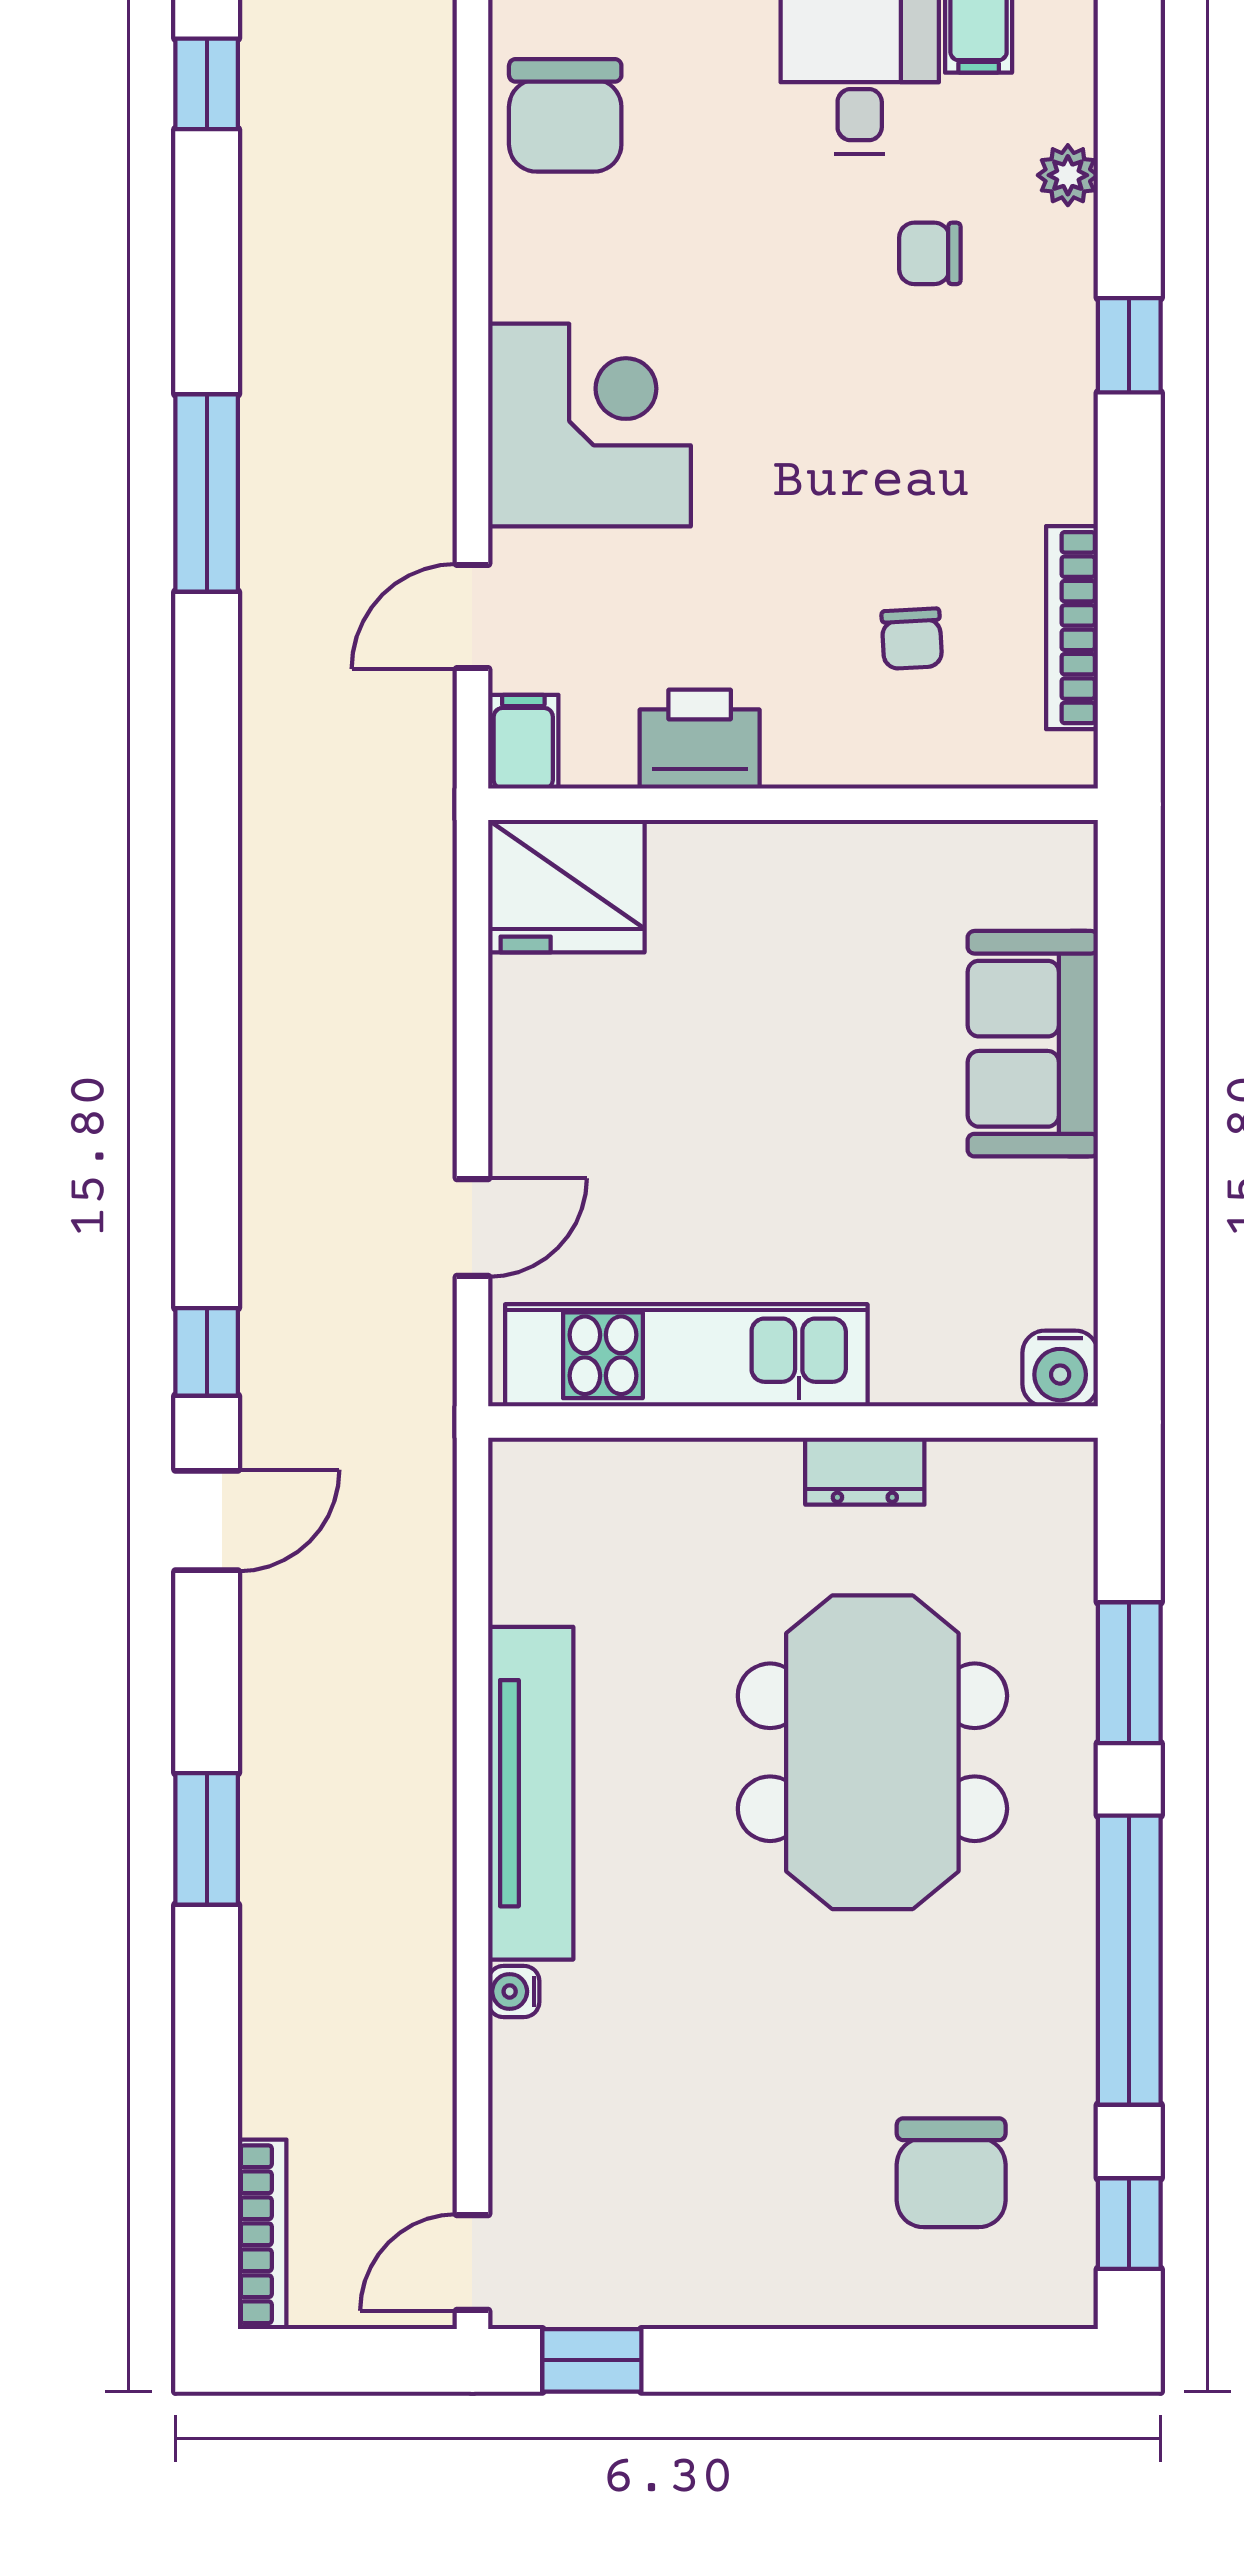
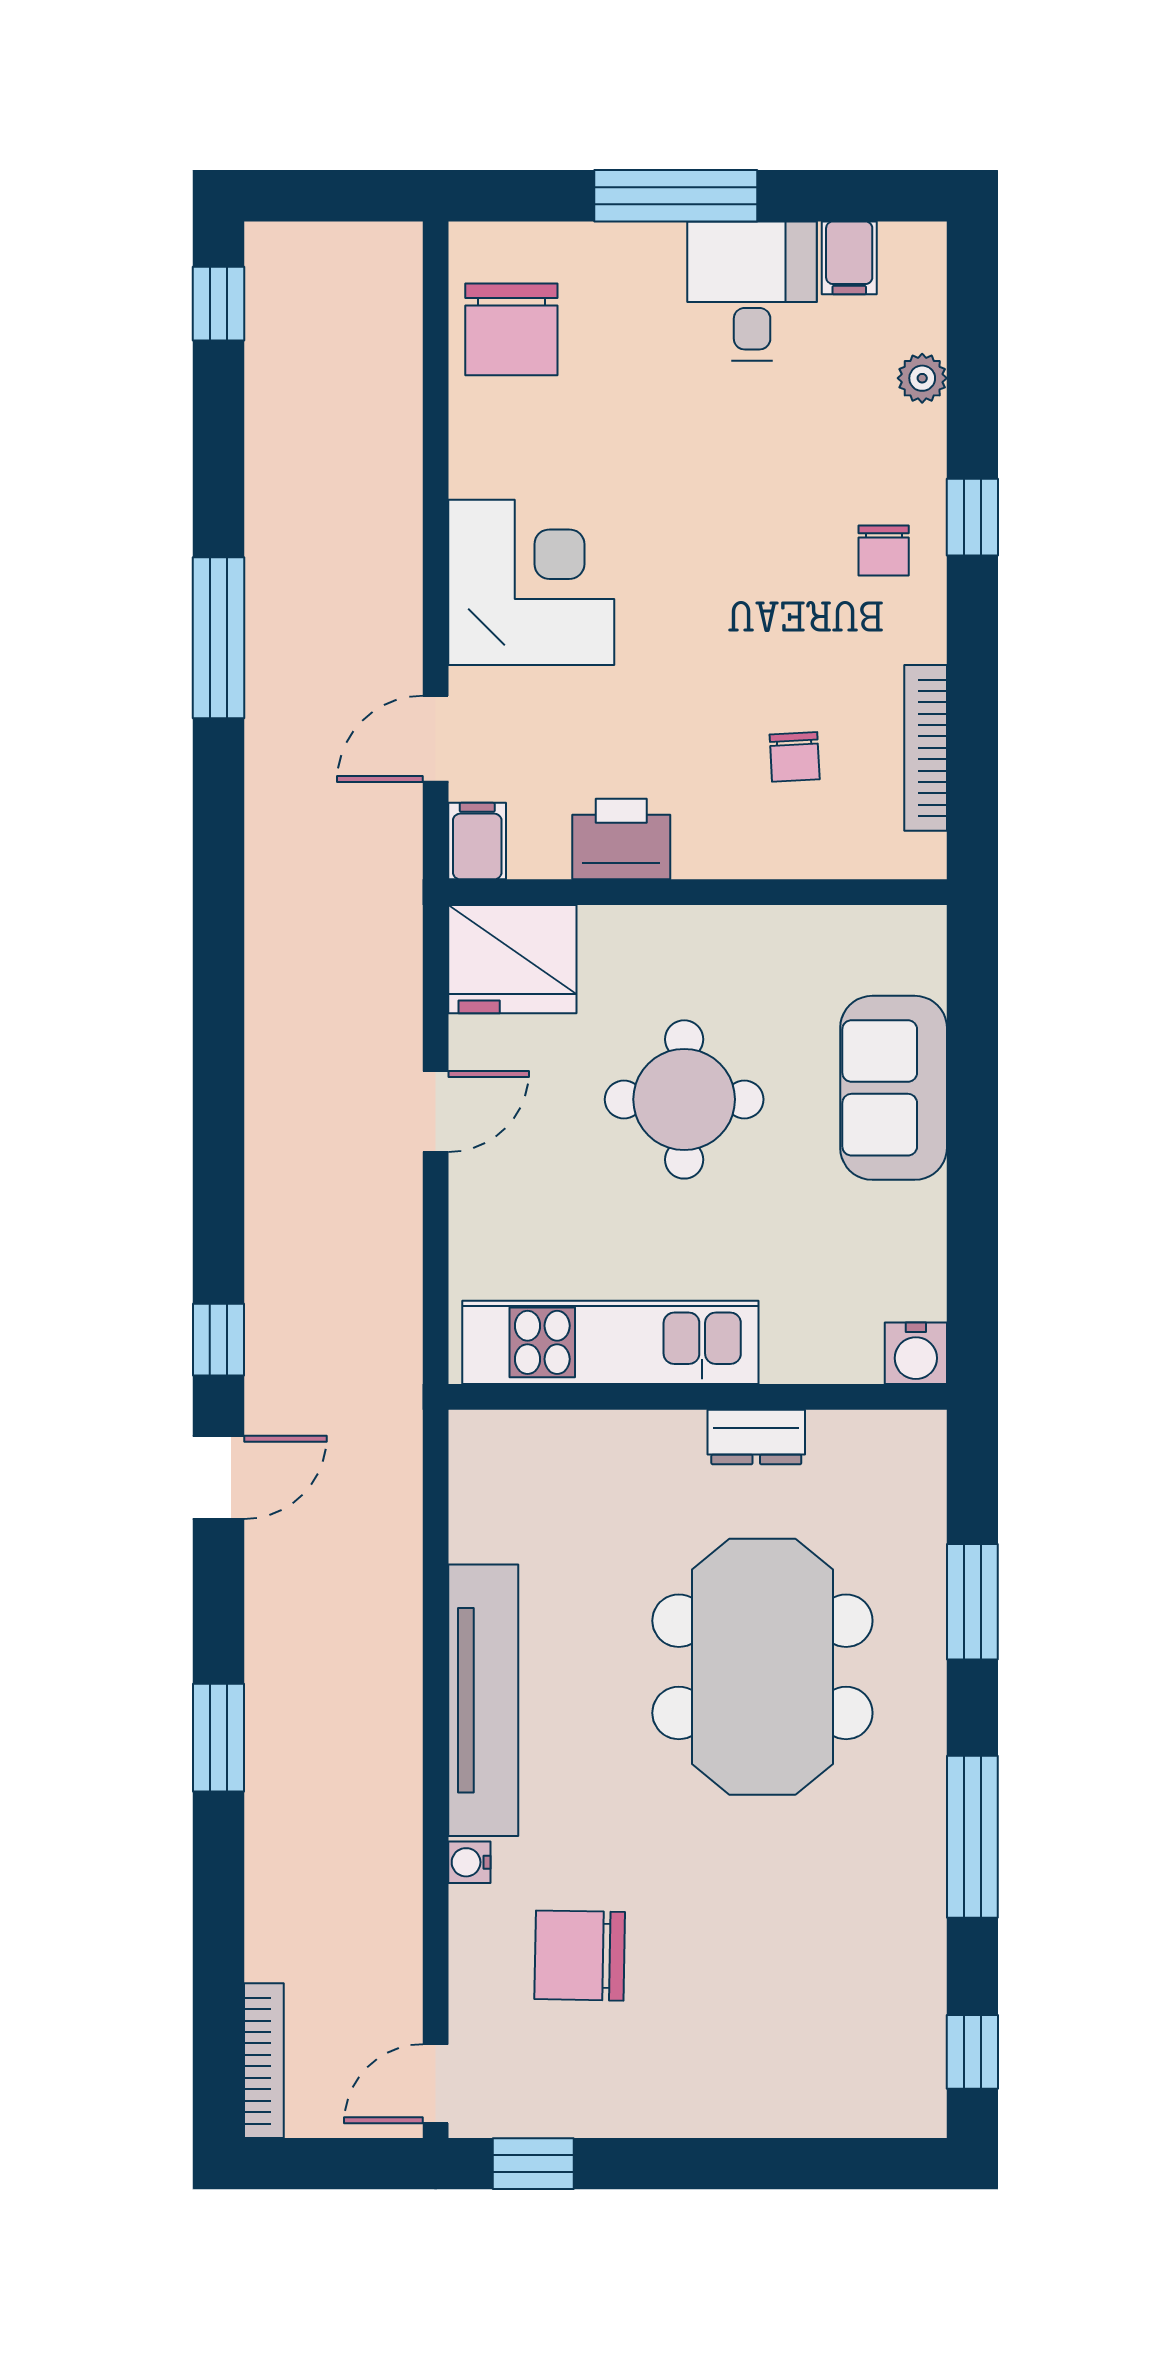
chair: (930, 253) -> (884, 550), moved, turned -90
round table: (777, 1058) -> (684, 1099), added
door: (472, 1228) -> (436, 1111), moved
window: (1129, 1960) -> (972, 1837), width x0.68
chair: (951, 2173) -> (580, 1956), moved, turned 91

